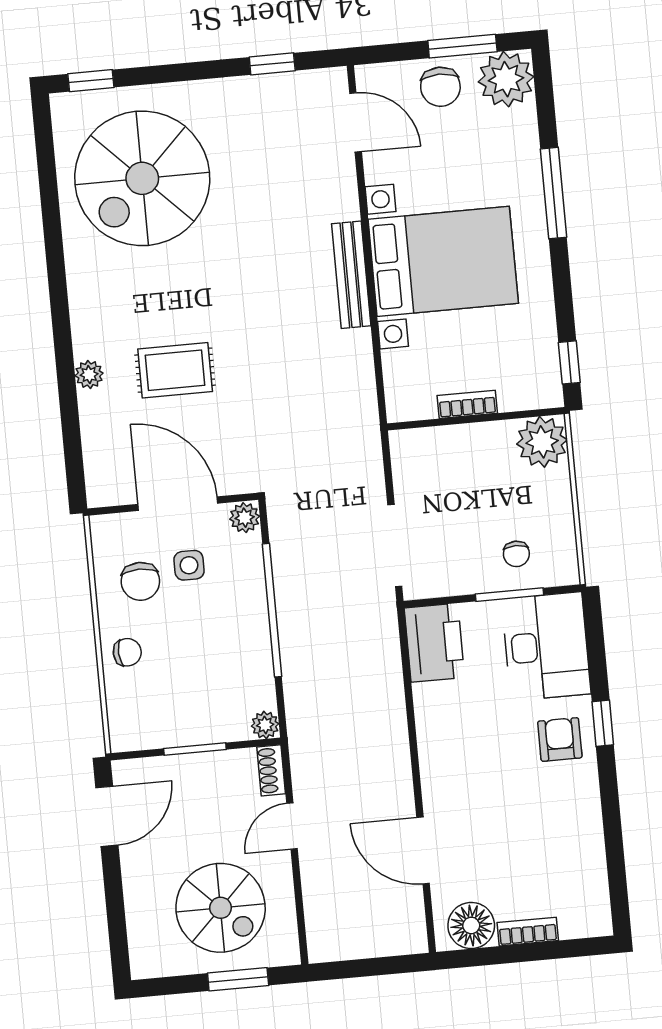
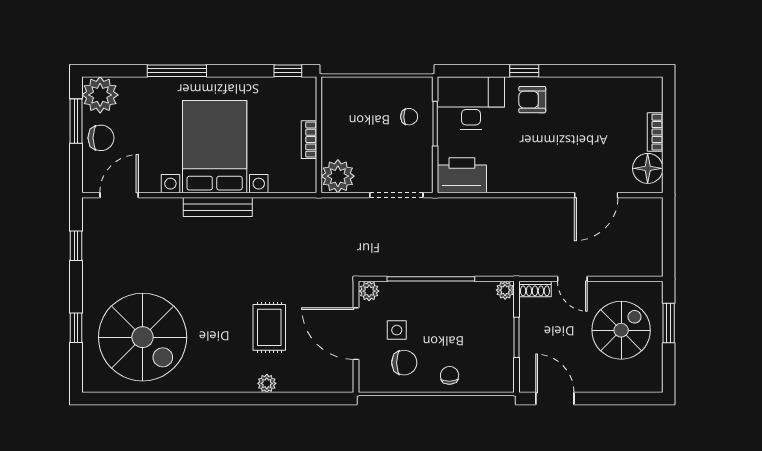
window: (91, 81) -> (76, 328), moved
plant: (542, 442) -> (338, 176), moved
door: (178, 504) -> (356, 334), hinge flipped

